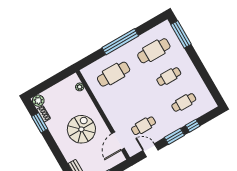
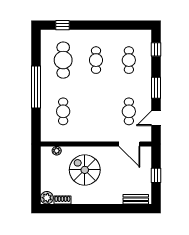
window: (181, 34) -> (63, 25), width x0.46
cafe table: (114, 74) -> (63, 111), width x0.73, depth x0.74
window: (40, 123) -> (69, 209), removed
window: (193, 126) -> (156, 49), moved
spiral stairs: (81, 129) -> (85, 170), moved

